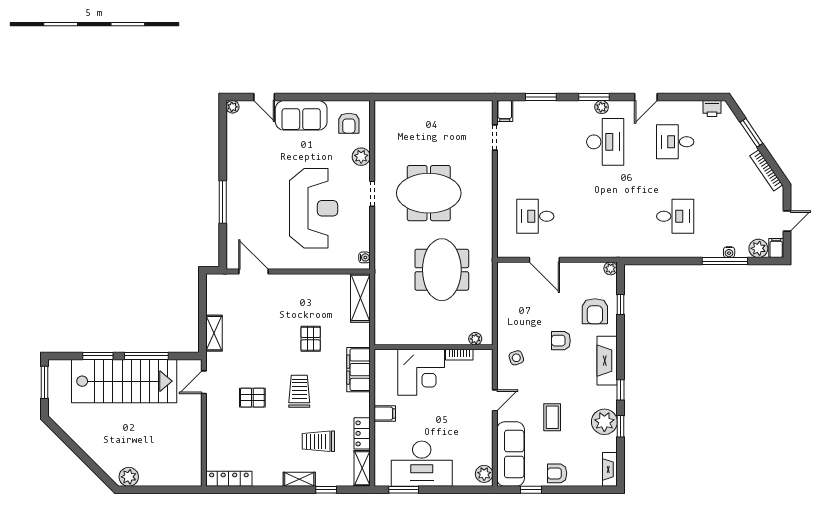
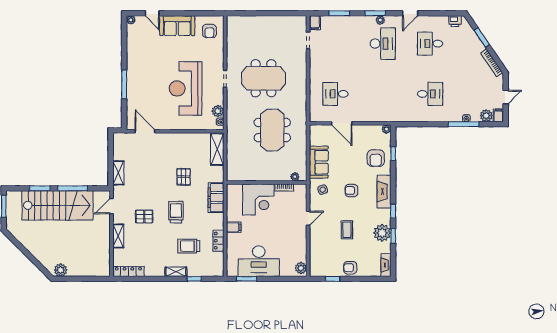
plant: (361, 157) -> (218, 111), moved
reception desk: (314, 208) -> (186, 88), turned 180
armchair: (561, 341) -> (351, 191), moved
sofa: (511, 454) -> (319, 162), moved, width x0.73
shelving: (362, 468) -> (118, 236), moved

